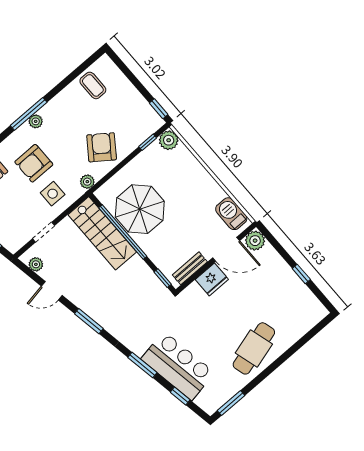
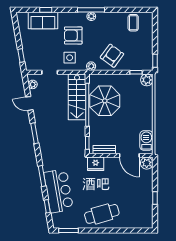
fridge: (212, 279) -> (96, 164), moved

